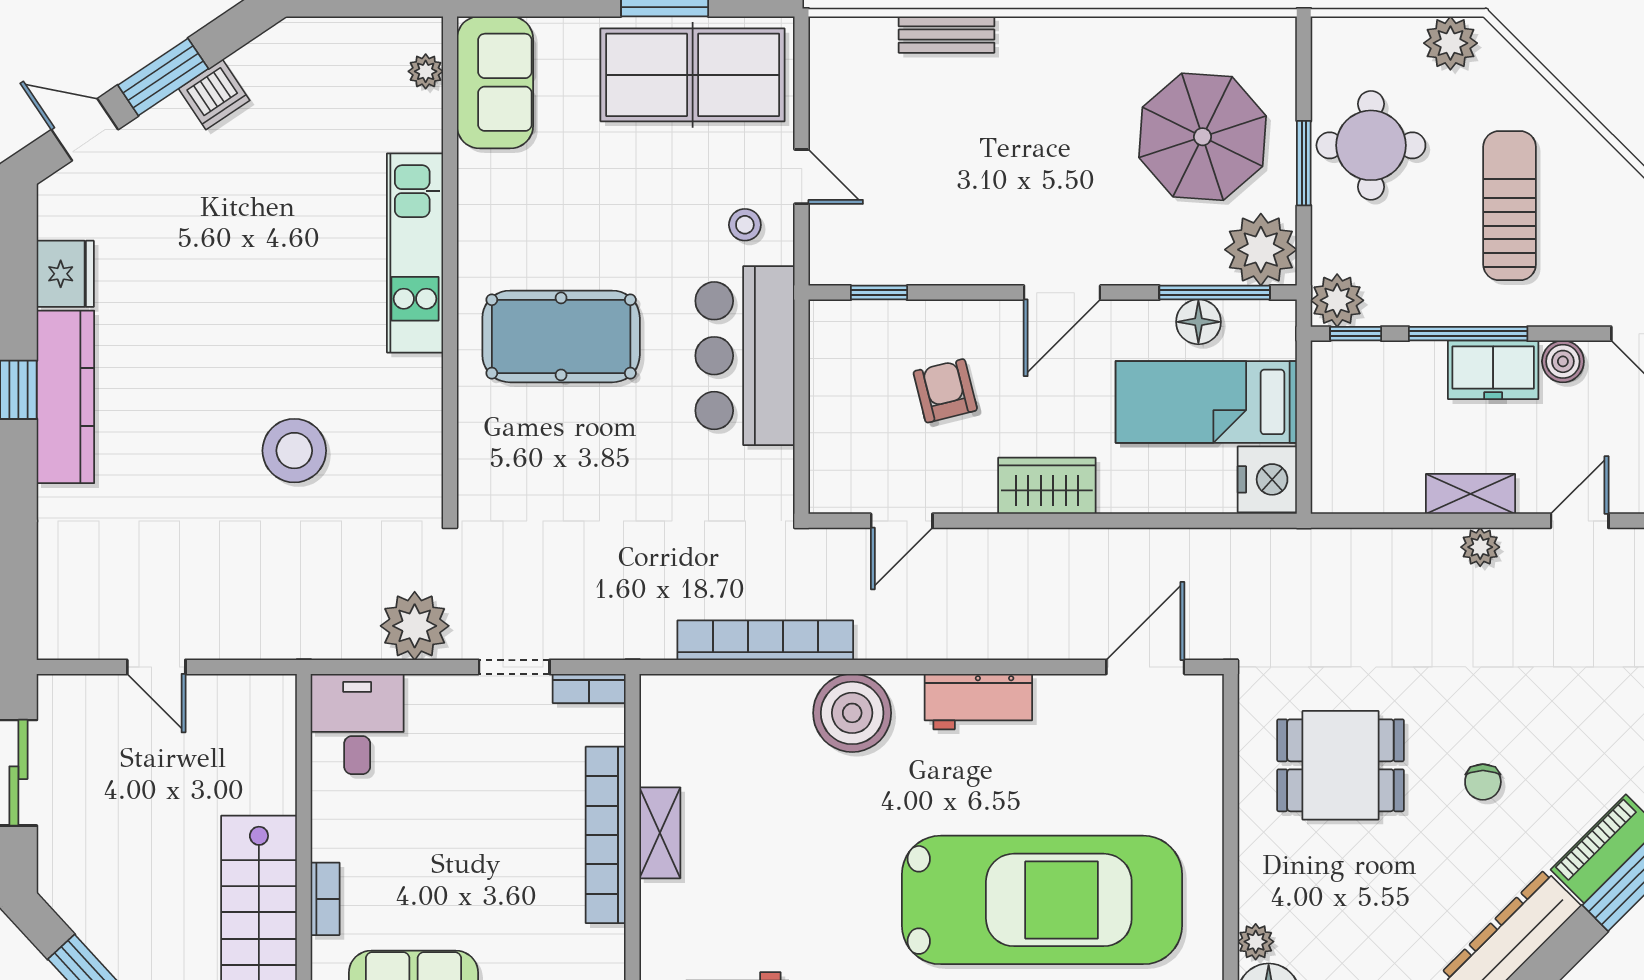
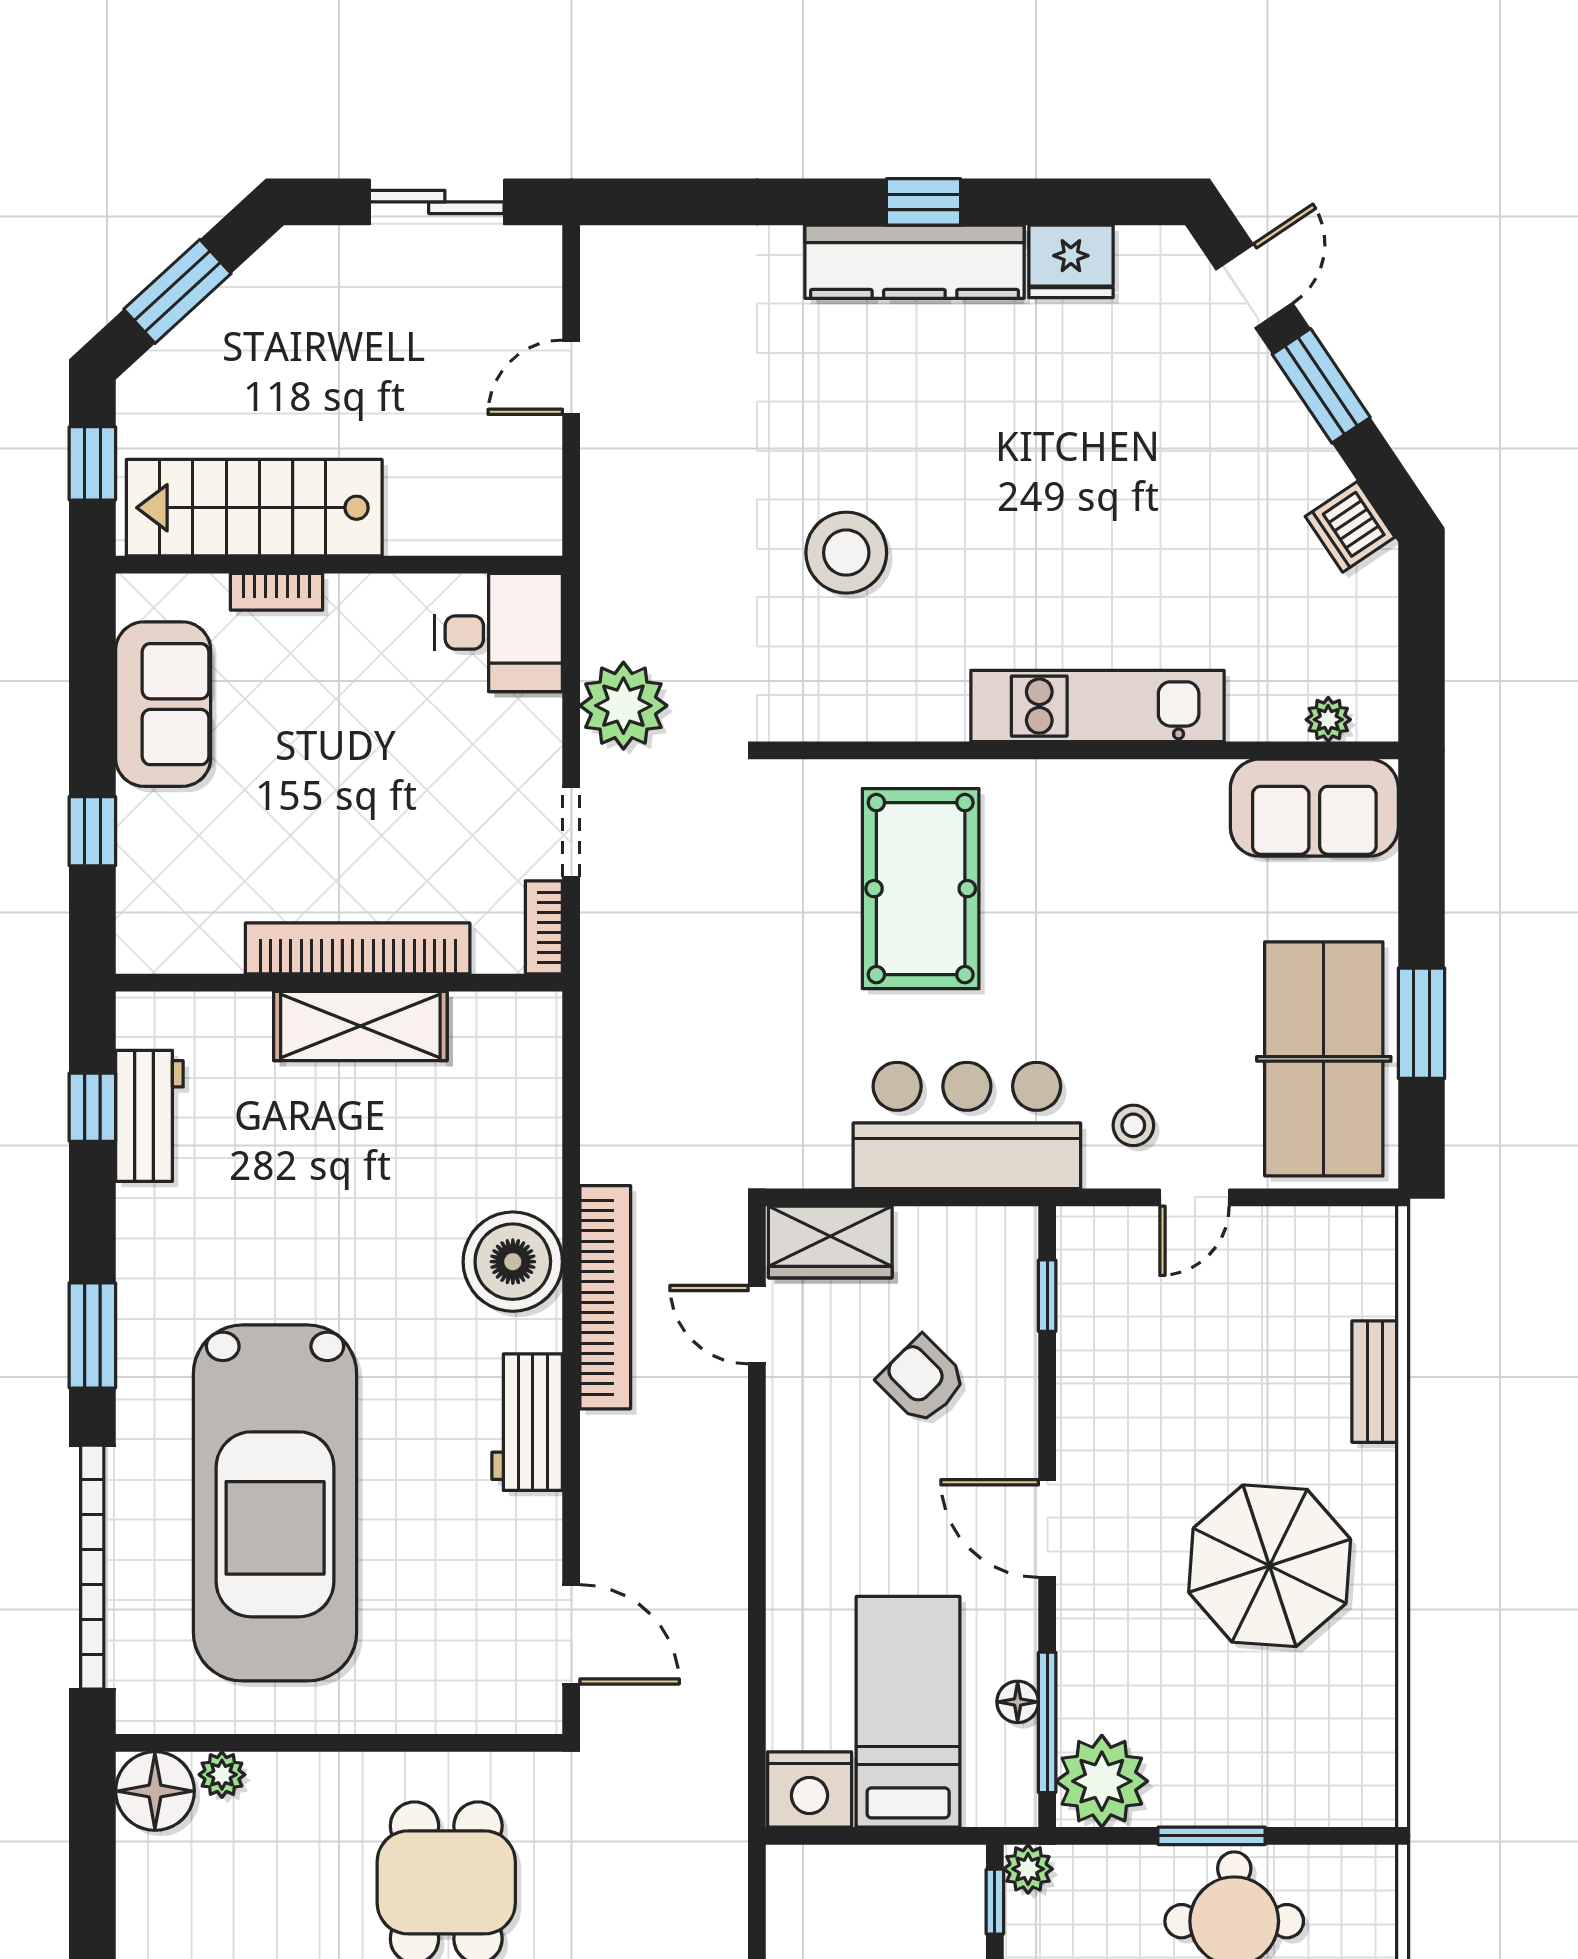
dishwasher: (214, 94) -> (1350, 527), moved
parasol: (1203, 137) -> (1270, 1566), moved
plant: (1337, 300) -> (1028, 1869), width x0.73, depth x0.73
floor lamp: (1198, 322) -> (1018, 1702), width x0.73, depth x0.73
pool table: (561, 336) -> (921, 889), moved
armchair: (945, 391) -> (922, 1380), turned -121
wardrobe: (1047, 486) -> (830, 1242), moved, turned 90
bookcase: (765, 640) -> (605, 1297), moved
shelving: (660, 833) -> (360, 1026), width x1.50, depth x1.33

